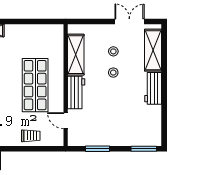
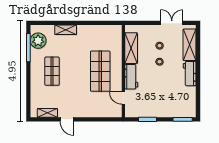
trolley: (31, 136) -> (97, 110), removed

